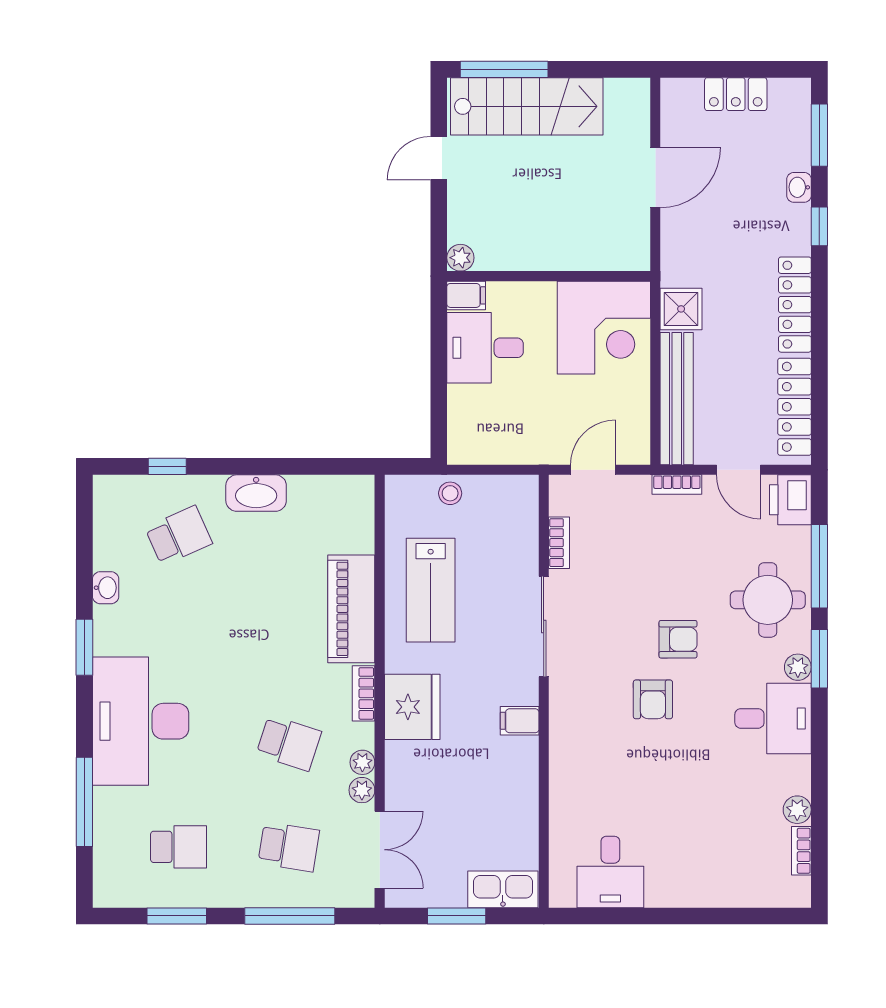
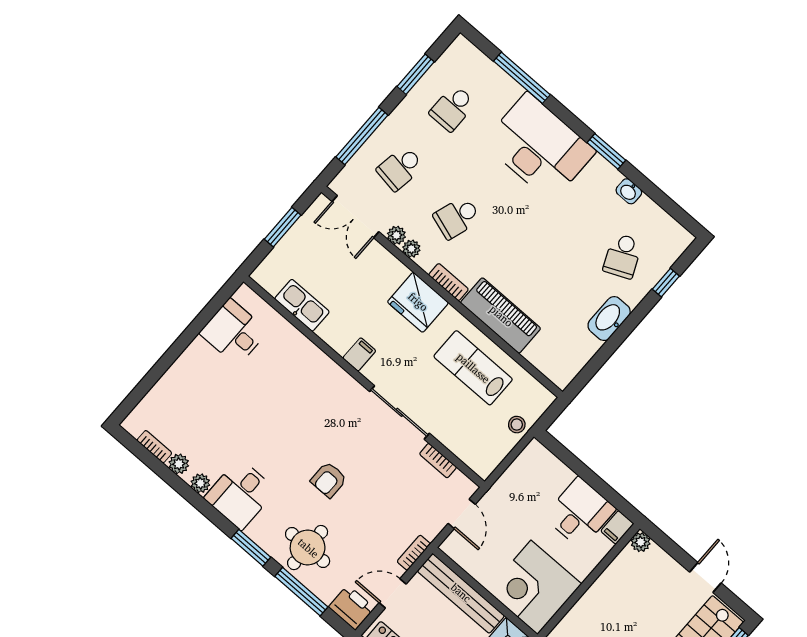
plant: (798, 667) -> (200, 483), moved
armchair: (653, 699) -> (308, 437), removed
kitchen sink: (503, 889) -> (302, 305), moved, turned -90

